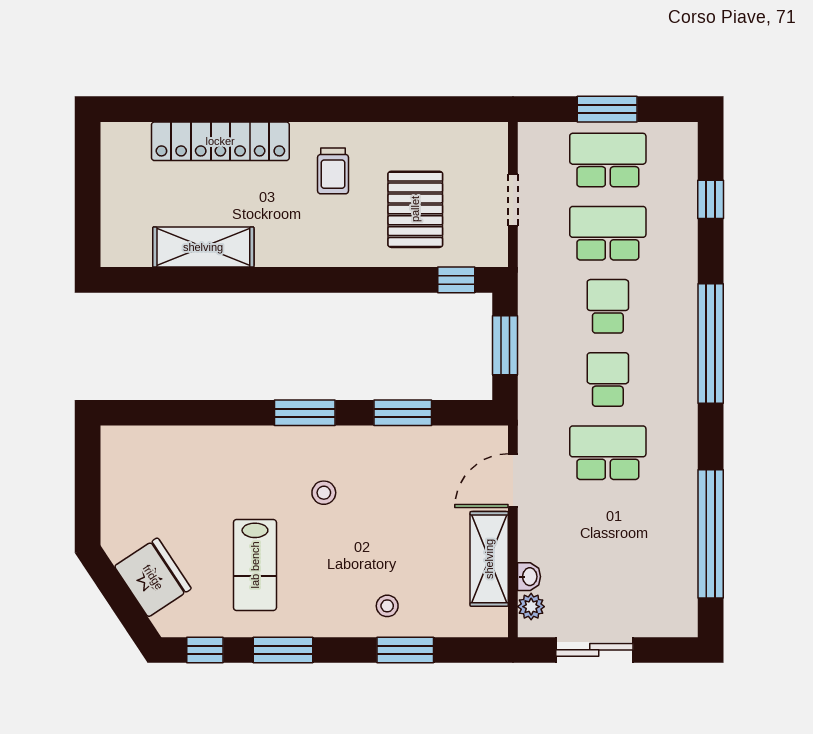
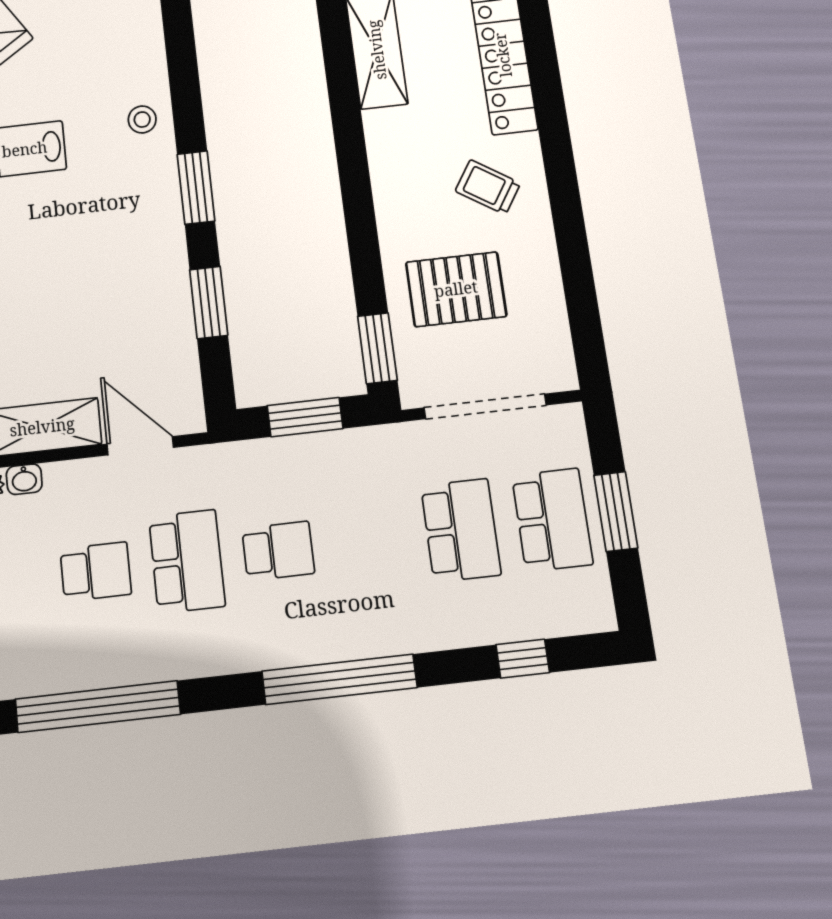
trolley: (333, 171) -> (488, 187), turned 33
doorway: (513, 200) -> (485, 406), width x1.88
window: (456, 280) -> (377, 348), width x1.50
school desk: (608, 306) -> (96, 572), moved
stool: (324, 493) -> (142, 120), moved

